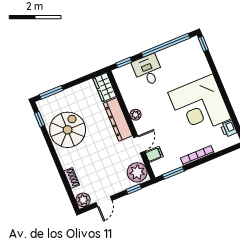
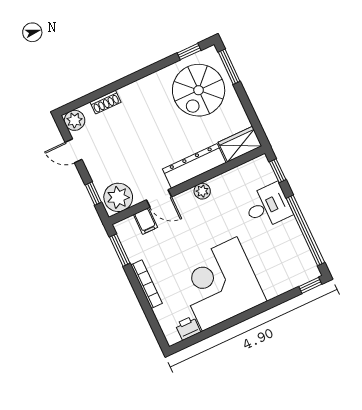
spiral stairs: (68, 130) -> (199, 90), moved, turned 90

